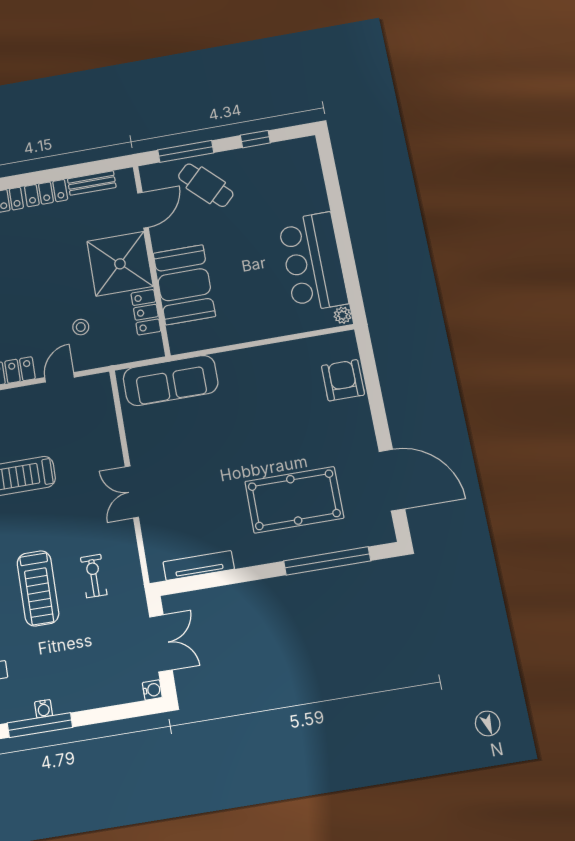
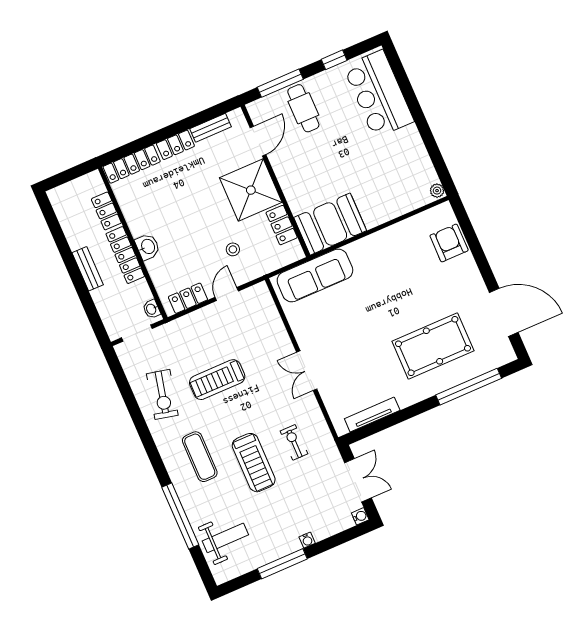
cafe table: (206, 185) -> (303, 108), turned 45
bar counter: (313, 262) -> (379, 94), moved
booth: (184, 285) -> (330, 224), moved, turned 90
water cooler: (43, 709) -> (307, 540), moved

